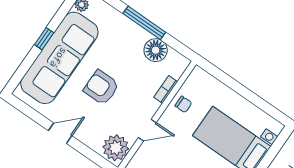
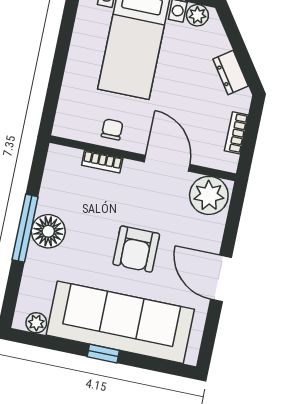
floor lamp: (156, 50) -> (48, 231), moved
door: (147, 130) -> (167, 163), width x1.38
door: (60, 133) -> (221, 278), width x1.38

